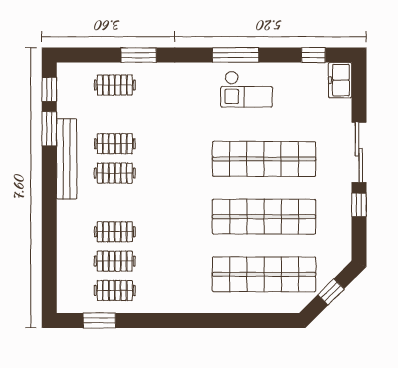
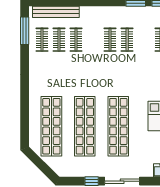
bench: (67, 159) -> (56, 12), moved
window: (331, 292) -> (41, 165), removed
window: (99, 320) -> (25, 31), width x1.44

